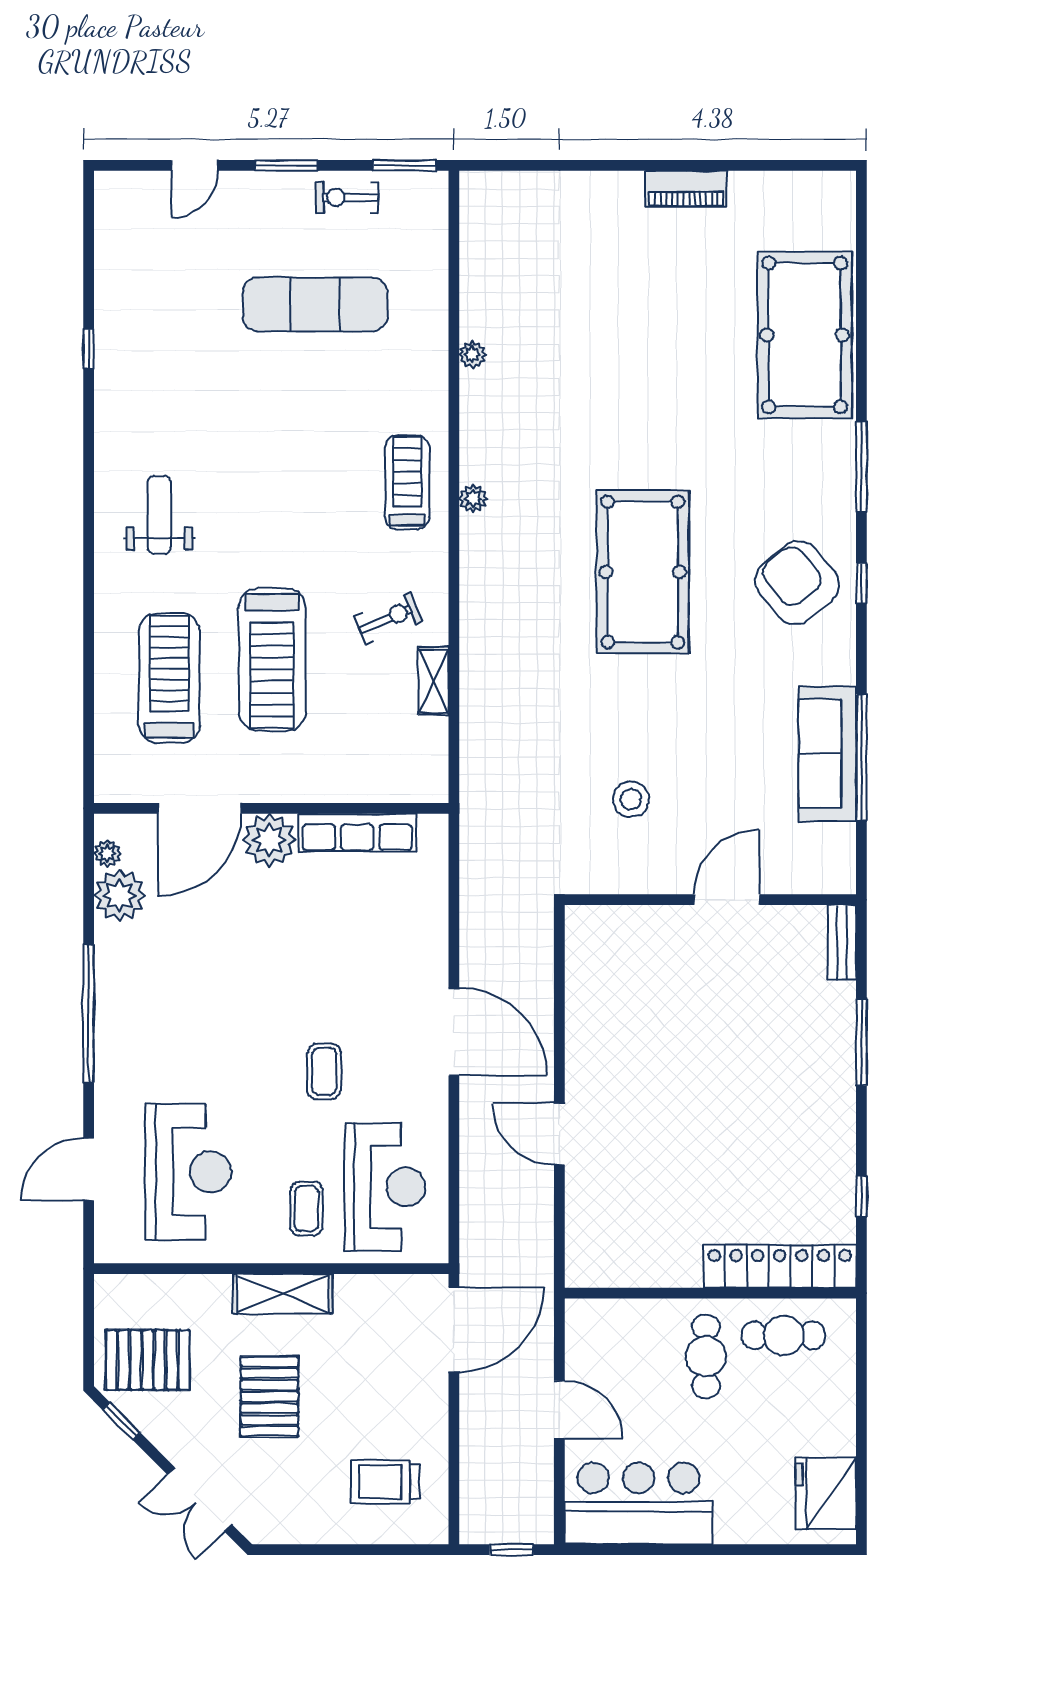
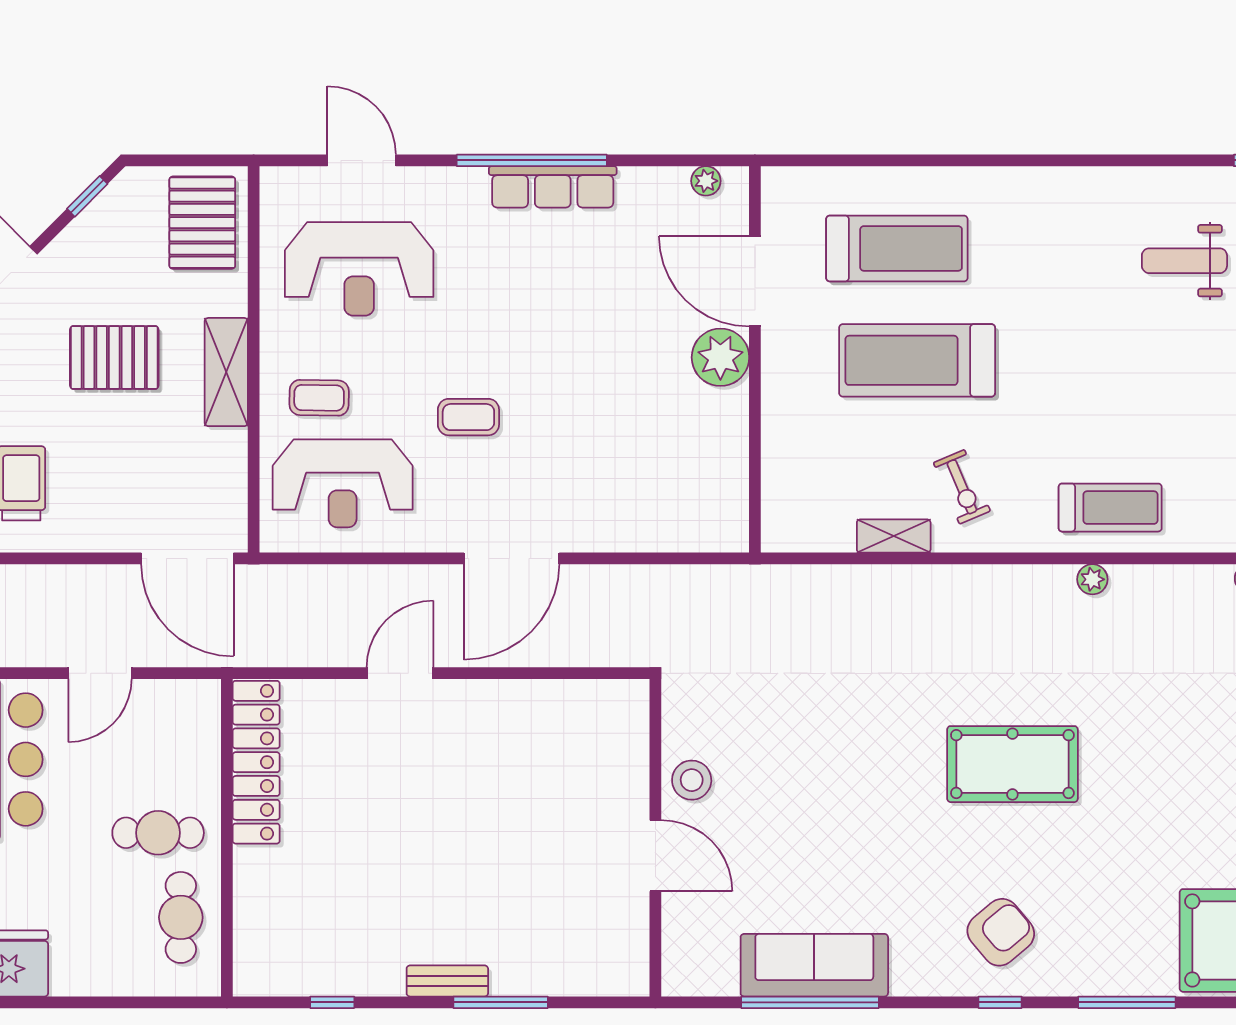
weight bench: (159, 515) -> (1184, 261), moved, turned 180
pool table: (643, 572) -> (1012, 764), width x0.73, depth x0.76
armchair: (797, 583) -> (1001, 932), width x0.73, depth x0.73
stool: (631, 799) -> (692, 780), moved
row of seats: (357, 833) -> (553, 187), moved, turned -90
plant: (120, 895) -> (660, 194), removed
bench: (842, 942) -> (447, 981), moved
locker: (780, 1266) -> (256, 762), moved
pallet: (148, 1360) -> (202, 223), moved

